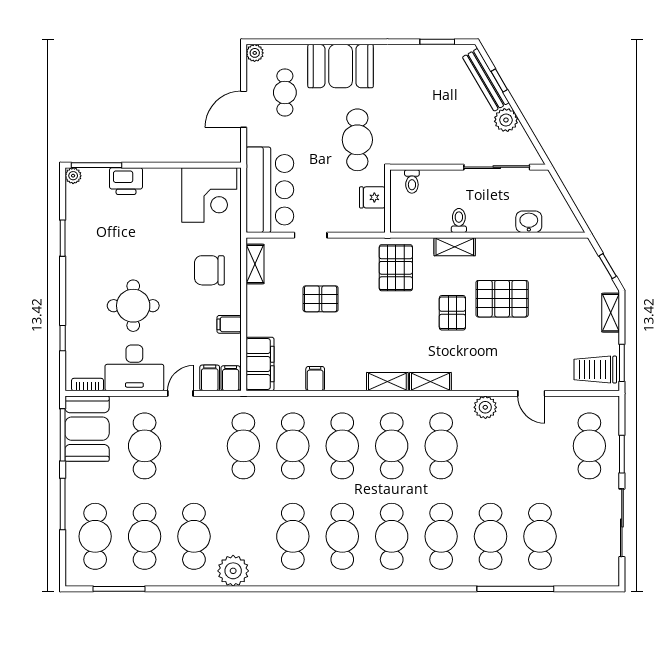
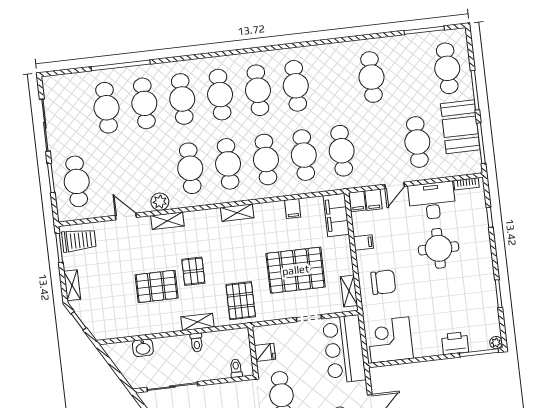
pallet: (321, 299) -> (296, 270), width x2.05, depth x2.00
shelving: (430, 382) -> (167, 221), moved
booth: (87, 429) -> (460, 127), moved
cafe table: (145, 536) -> (409, 73), removed
plant: (233, 571) -> (338, 54), removed

